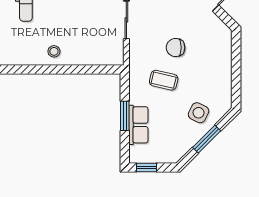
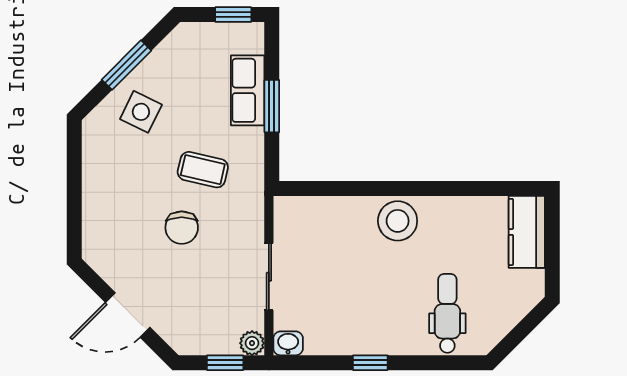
chair: (176, 48) -> (182, 228), turned 90
stool: (54, 51) -> (398, 221), width x1.89, depth x1.89

